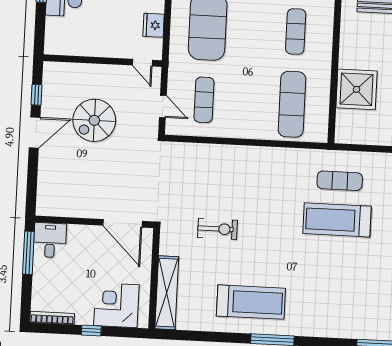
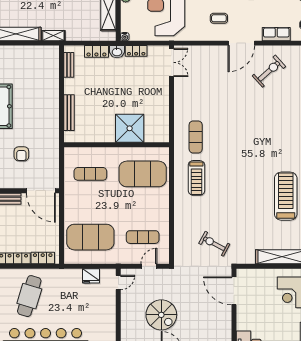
exercise mat: (292, 104) -> (143, 174), width x1.47
treadmill: (337, 220) -> (196, 178), moved, width x0.73, depth x0.73
door: (123, 223) -> (234, 291), swing flipped
exercise bike: (217, 229) -> (214, 244), moved, turned -62

